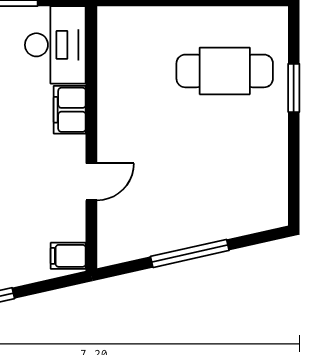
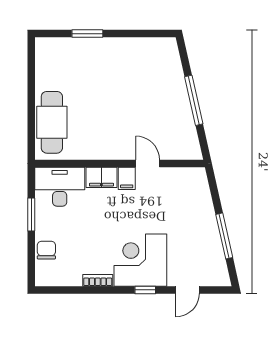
cafe table: (225, 71) -> (52, 122), moved
filing cabinet: (68, 256) -> (127, 178), moved

